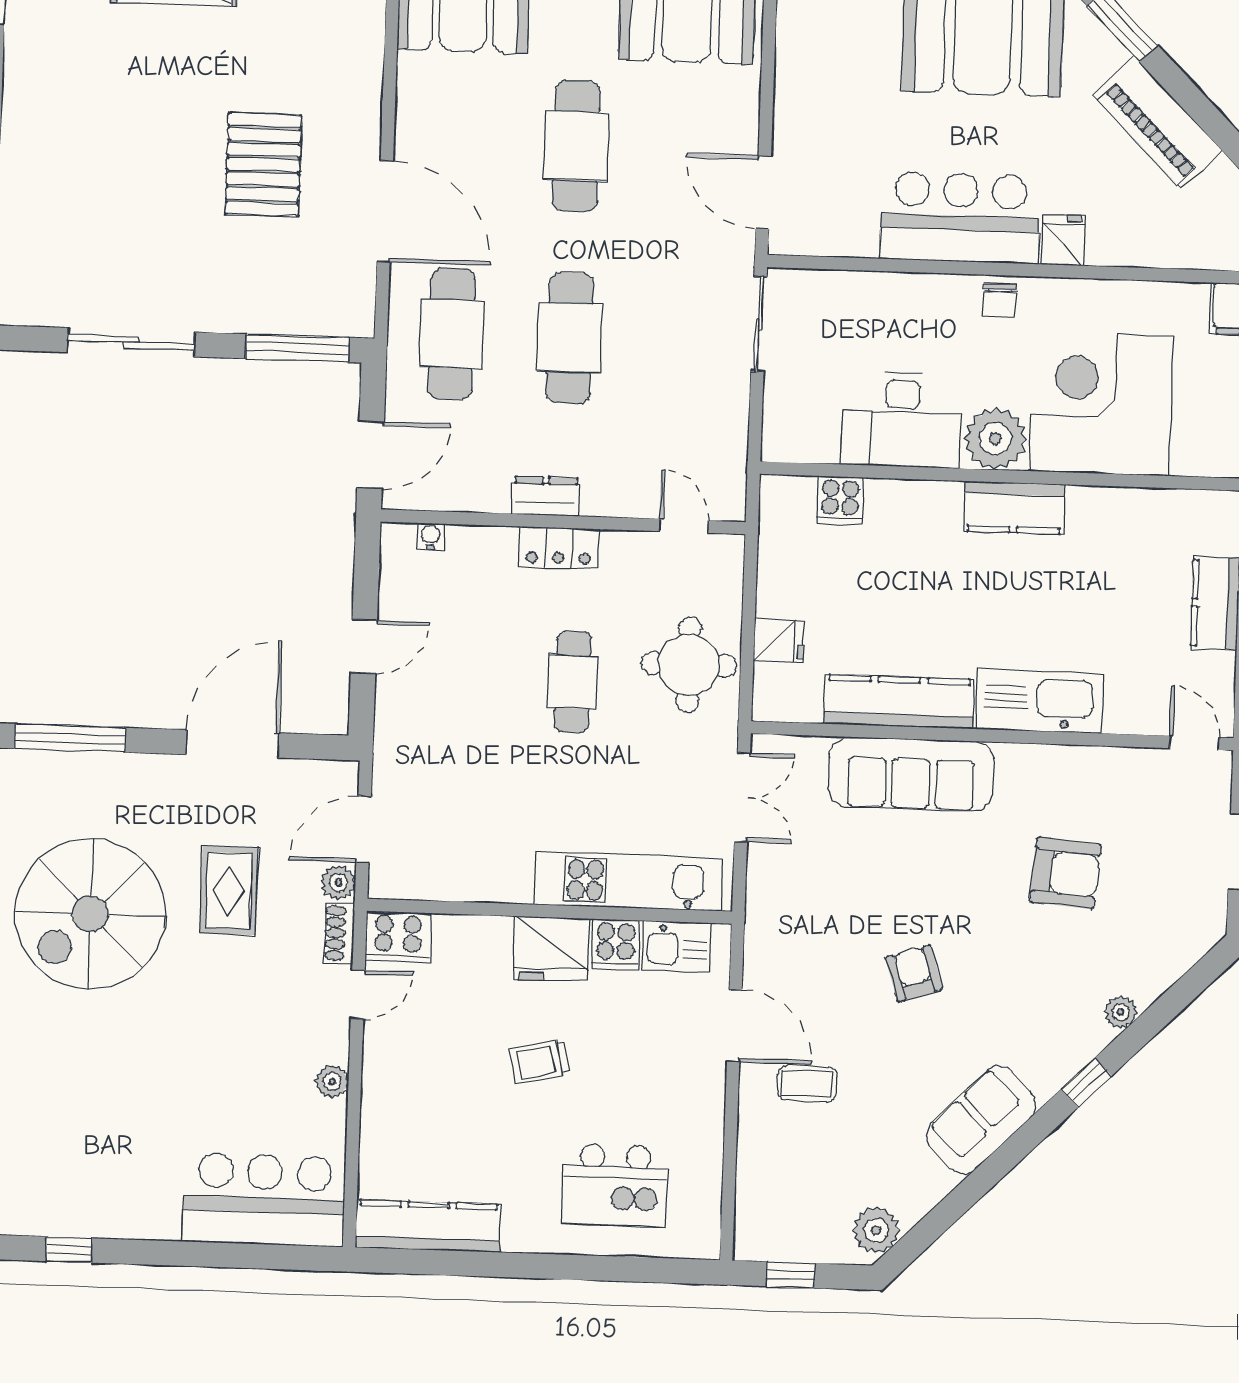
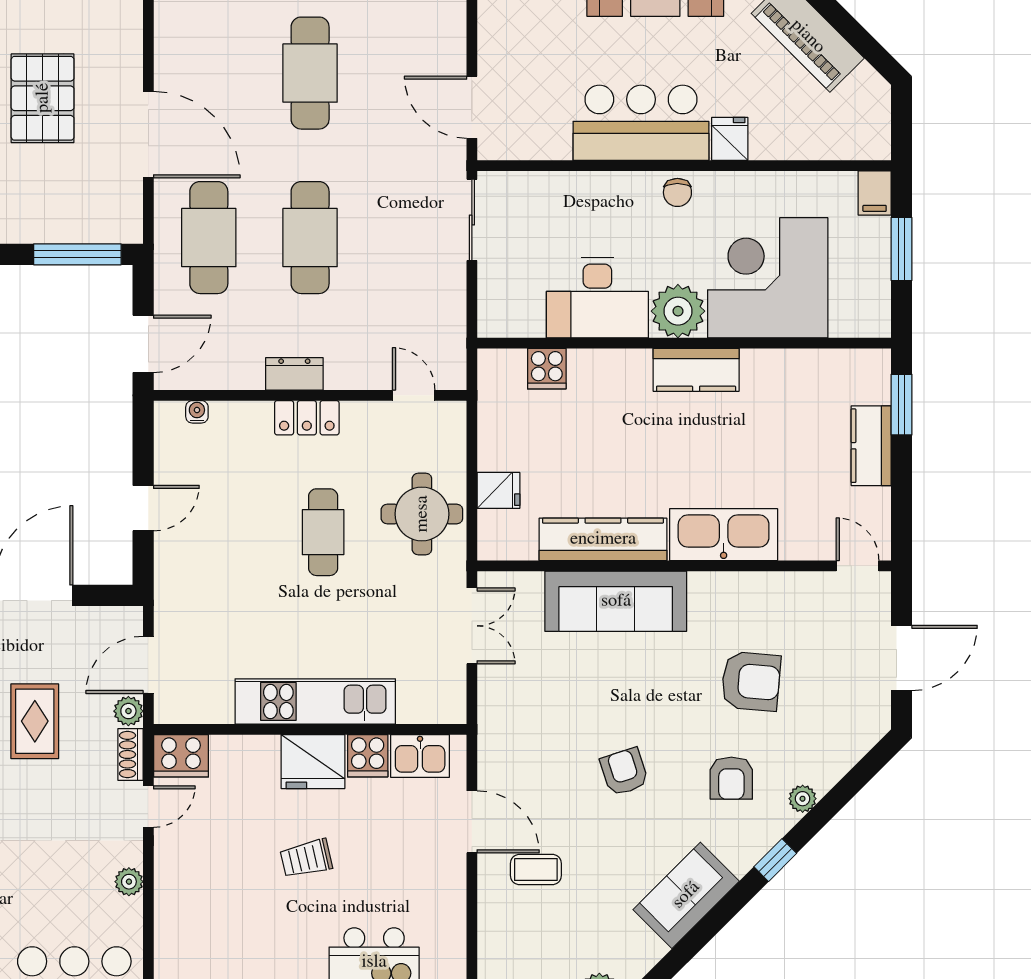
kitchen unit: (628, 881) -> (315, 701), moved
armchair: (1039, 985) -> (731, 778), added

